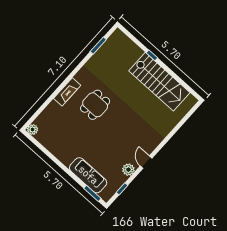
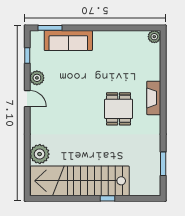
stairs: (159, 82) -> (80, 181), width x1.36
plant: (169, 121) -> (40, 154), added

